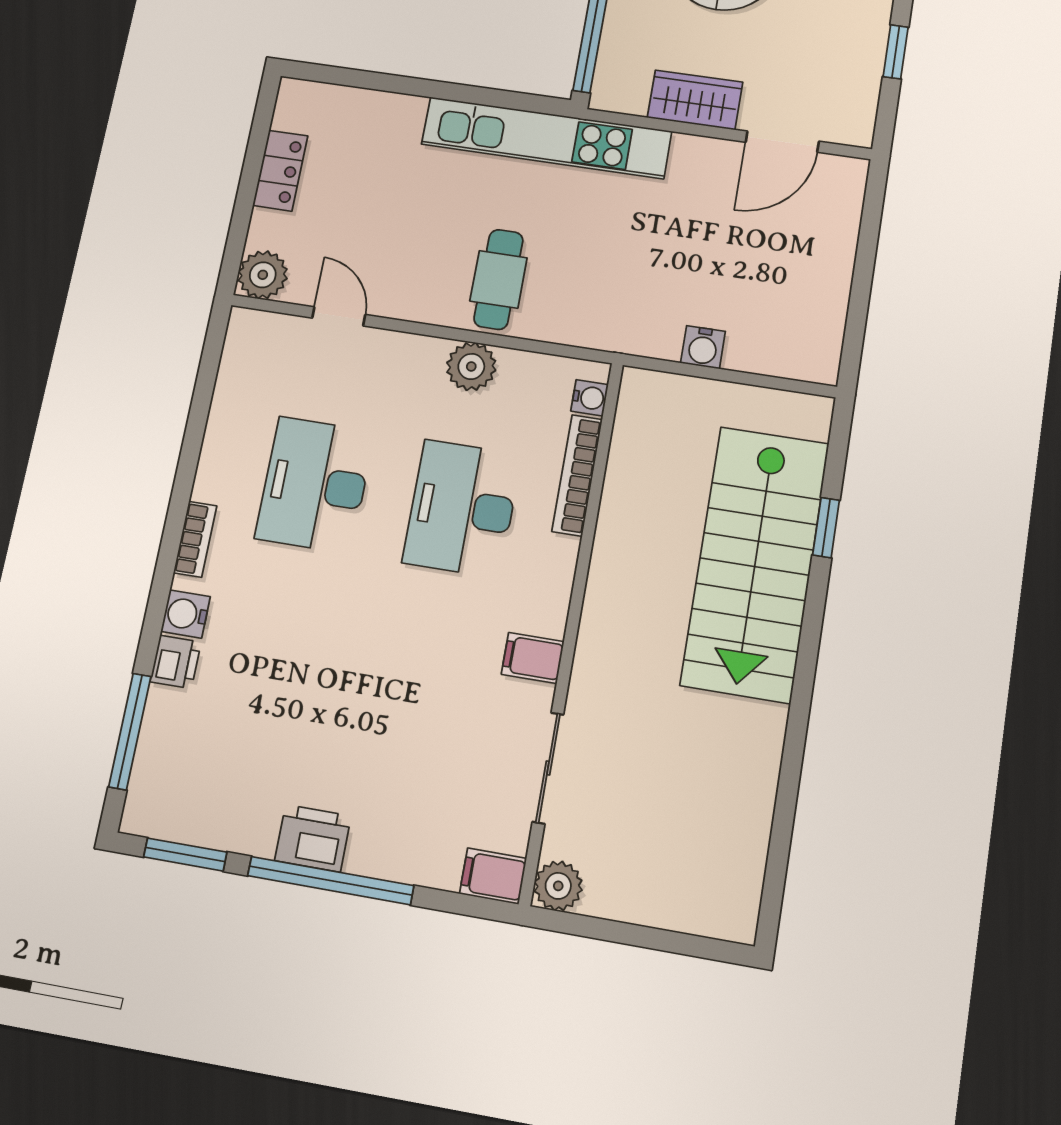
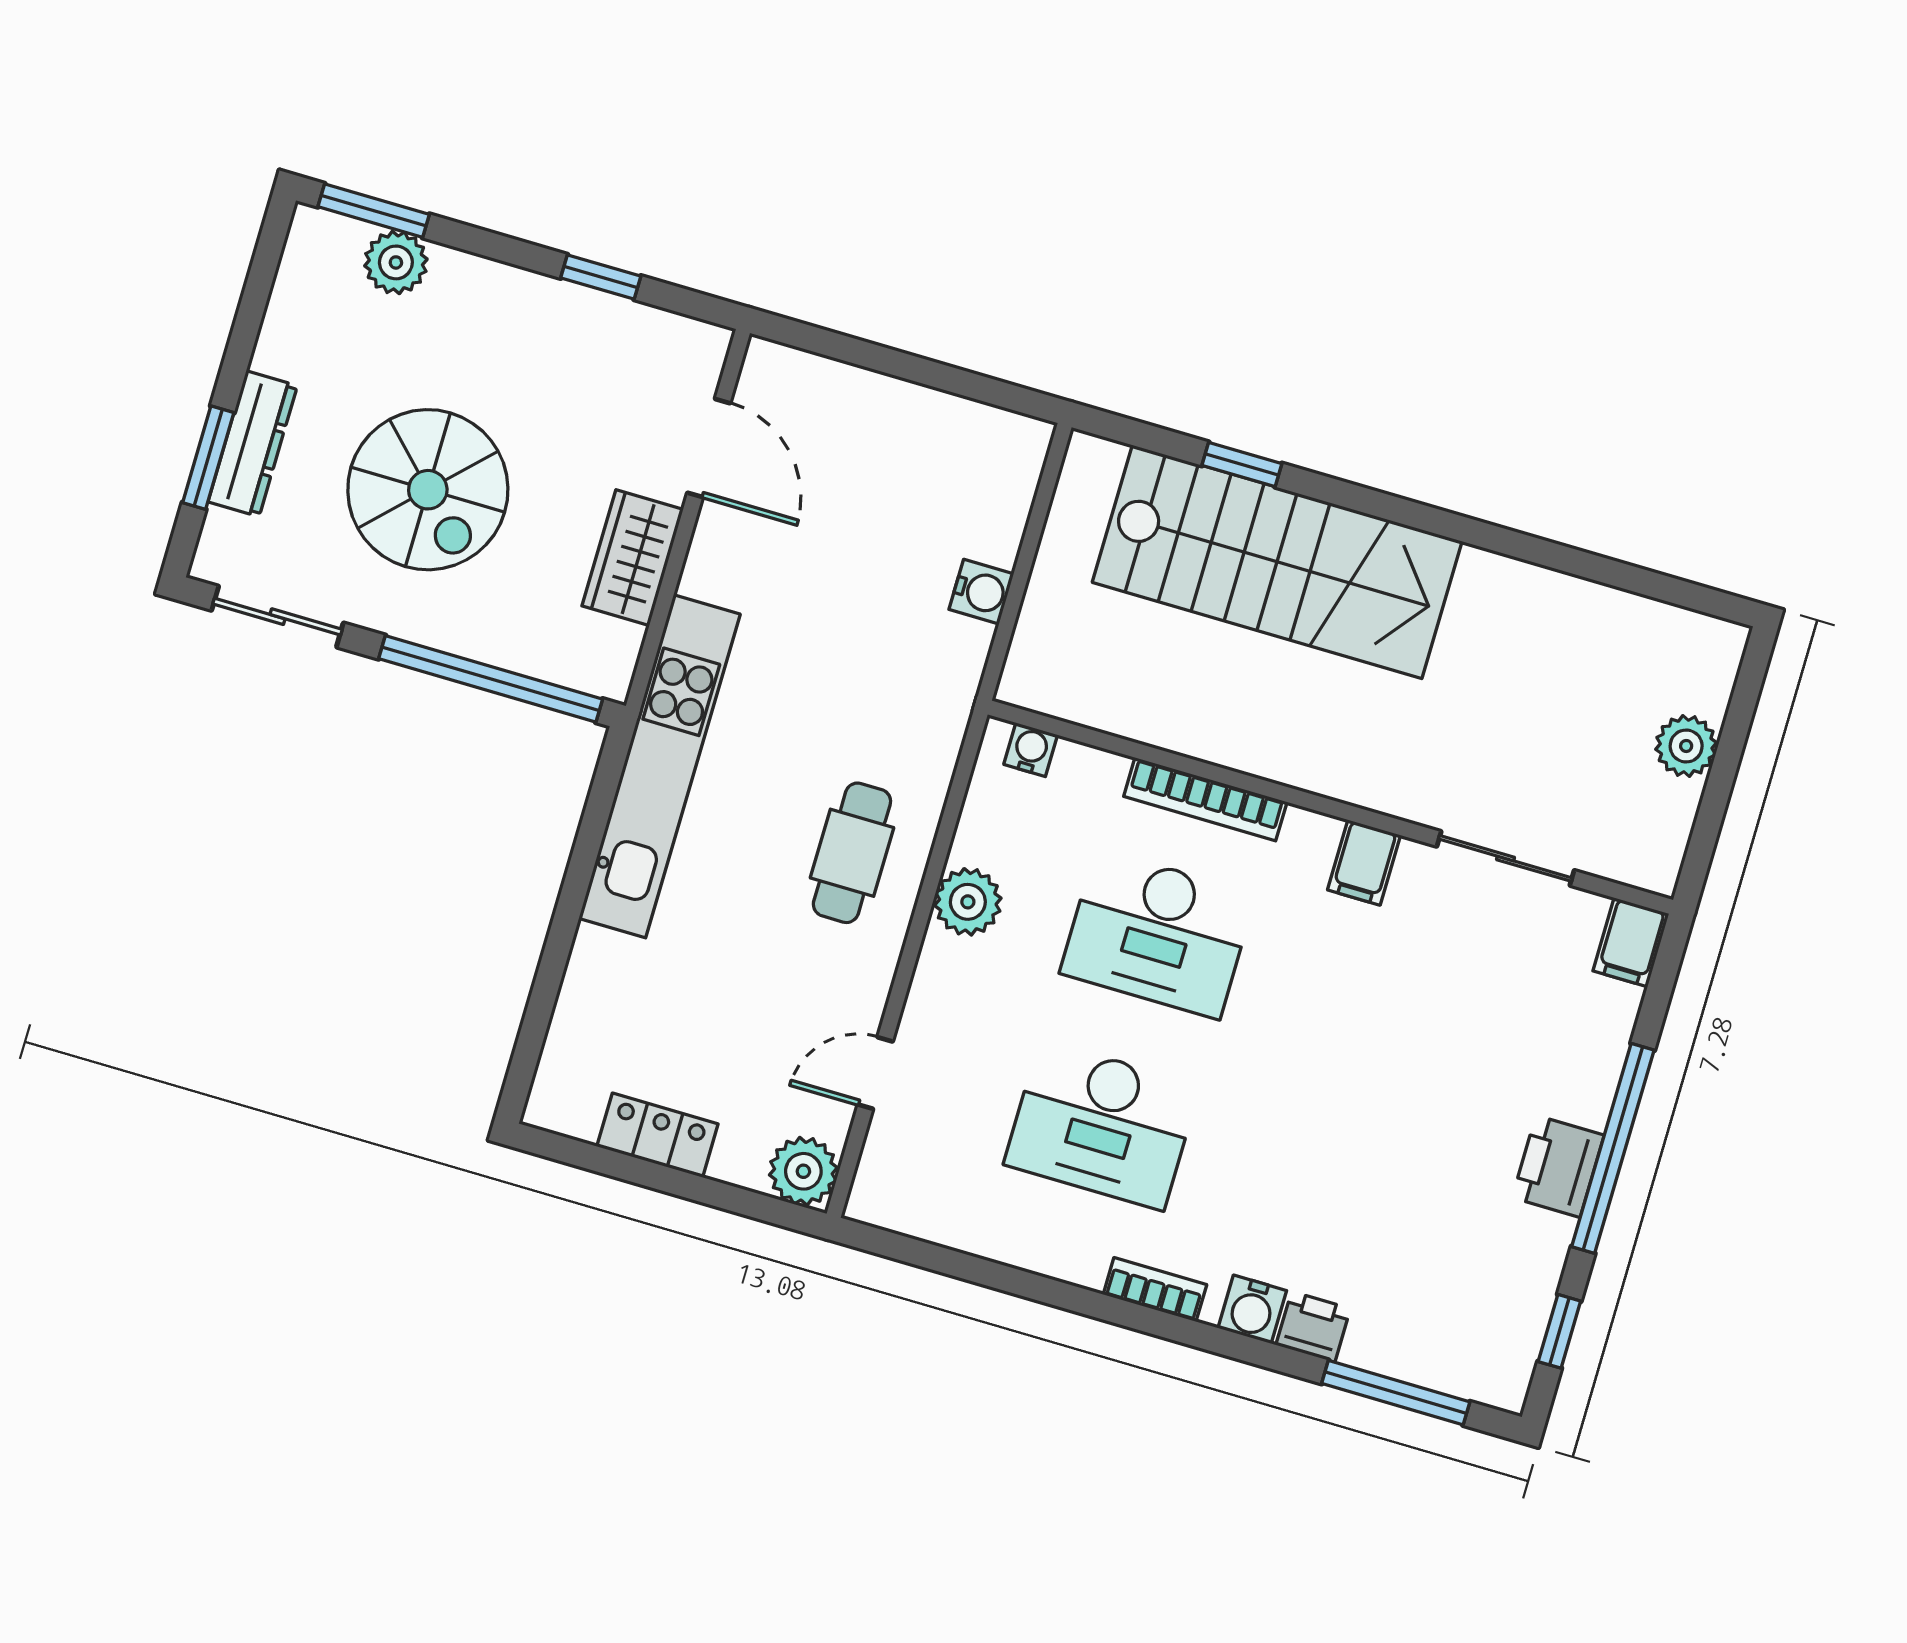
cafe table: (498, 279) -> (852, 853), turned 90
bookcase: (577, 475) -> (1205, 799), moved
window: (185, 855) -> (1559, 1331), width x0.67
plant: (558, 886) -> (1686, 746), moved

